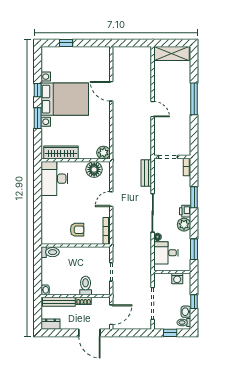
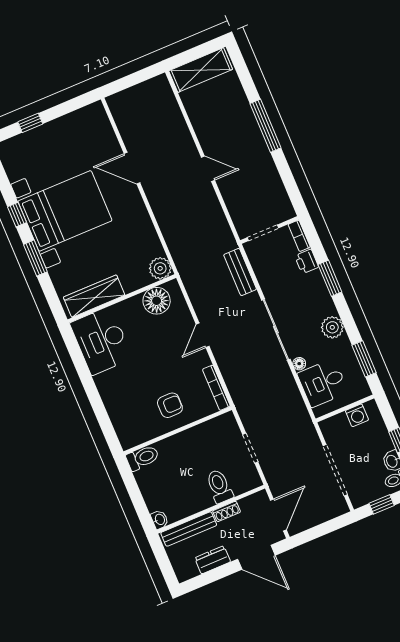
printer: (185, 211) -> (307, 261), moved
dresser: (50, 324) -> (213, 560), moved

